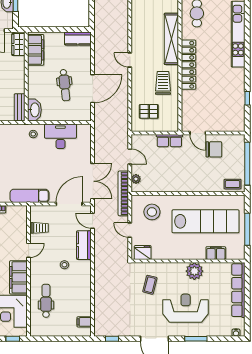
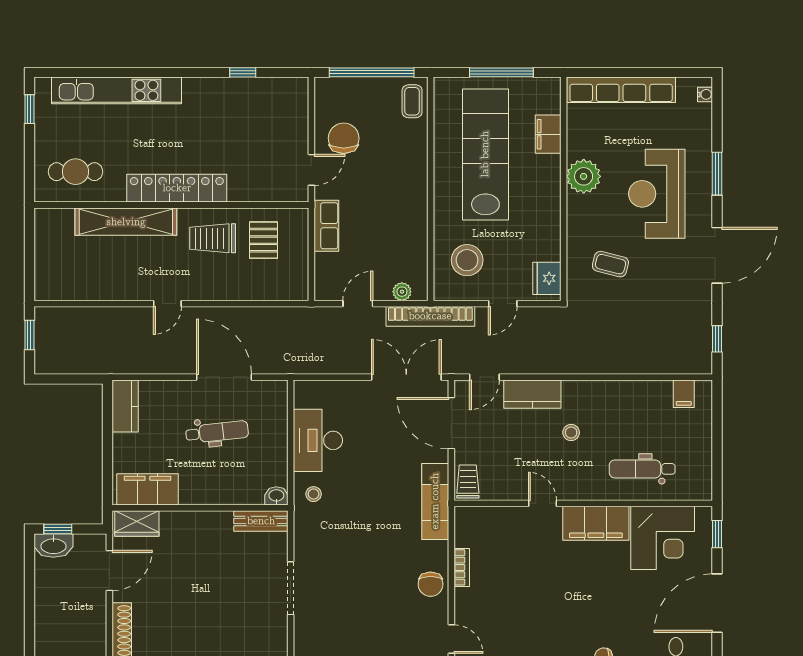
washbasin: (34, 110) -> (276, 496), width x0.52, depth x0.69
pallet: (149, 111) -> (263, 240), moved
trolley: (40, 228) -> (468, 481), moved

